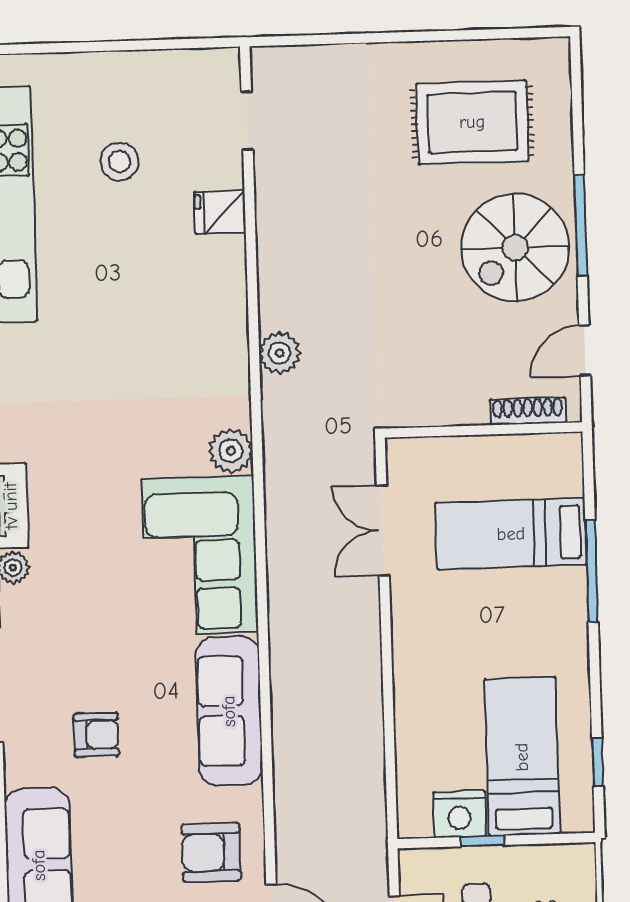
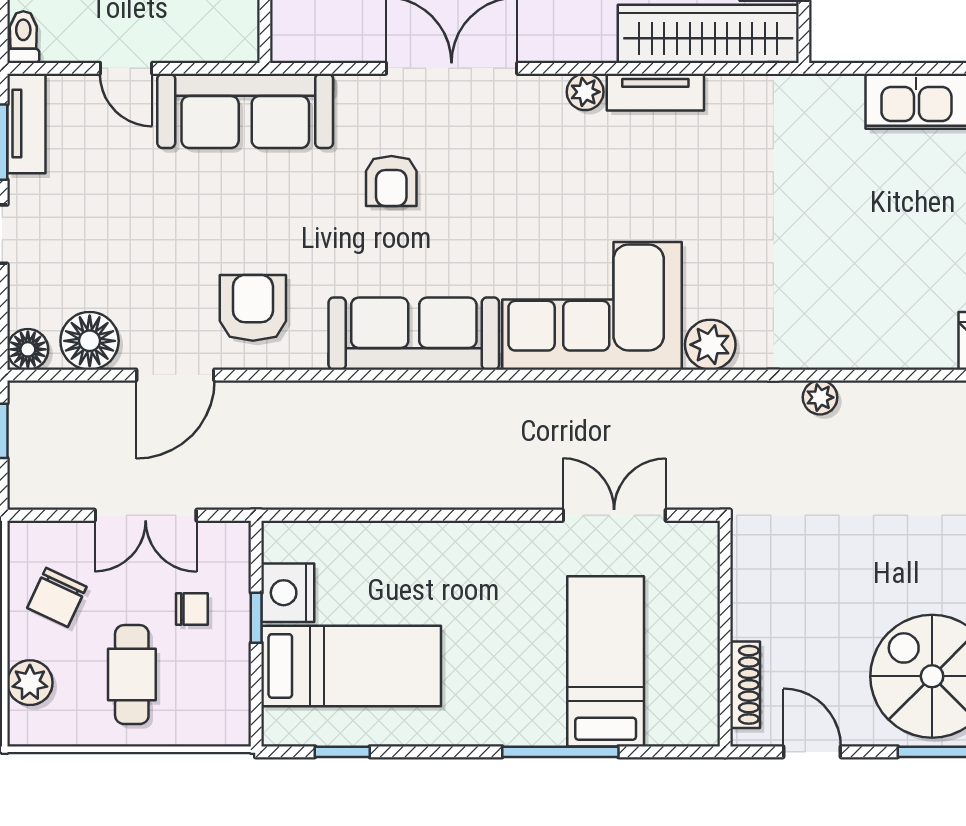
plant: (280, 353) -> (820, 397), width x0.73, depth x0.73

